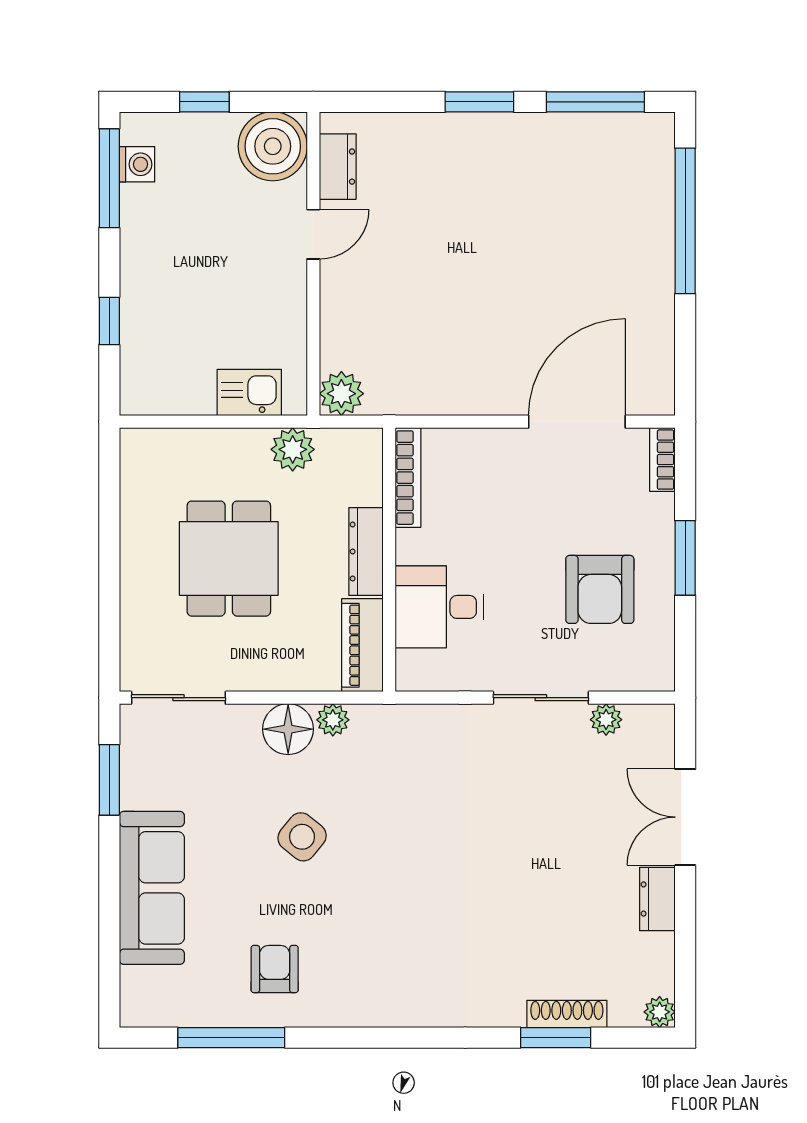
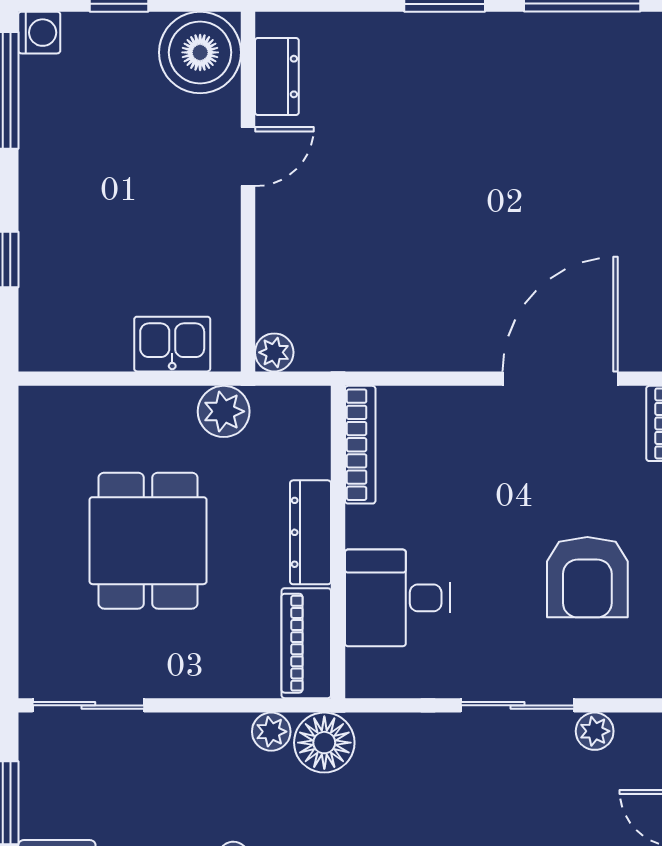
washing machine: (137, 164) -> (39, 33), moved
plant: (341, 394) -> (274, 352), width x0.73, depth x0.73
floor lamp: (288, 729) -> (324, 743), moved

